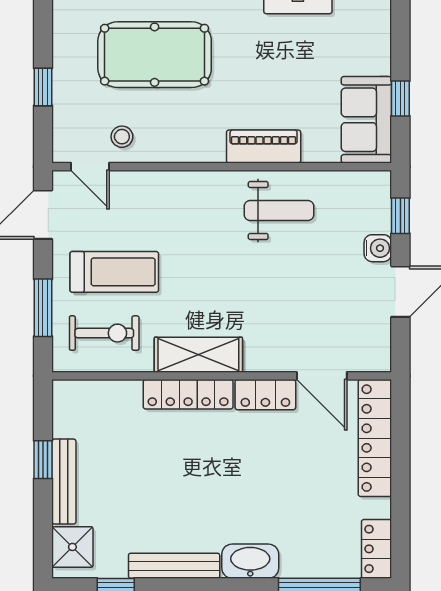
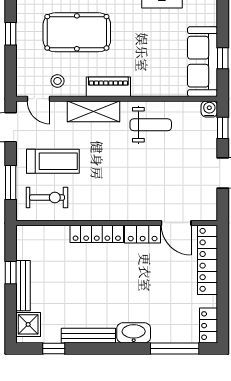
window: (43, 87) -> (11, 34), moved
sofa: (366, 120) -> (203, 62), width x1.36
piano: (264, 147) -> (108, 87), moved
water cooler: (378, 248) -> (209, 109), moved, turned -90
shelving: (198, 355) -> (93, 111), moved

